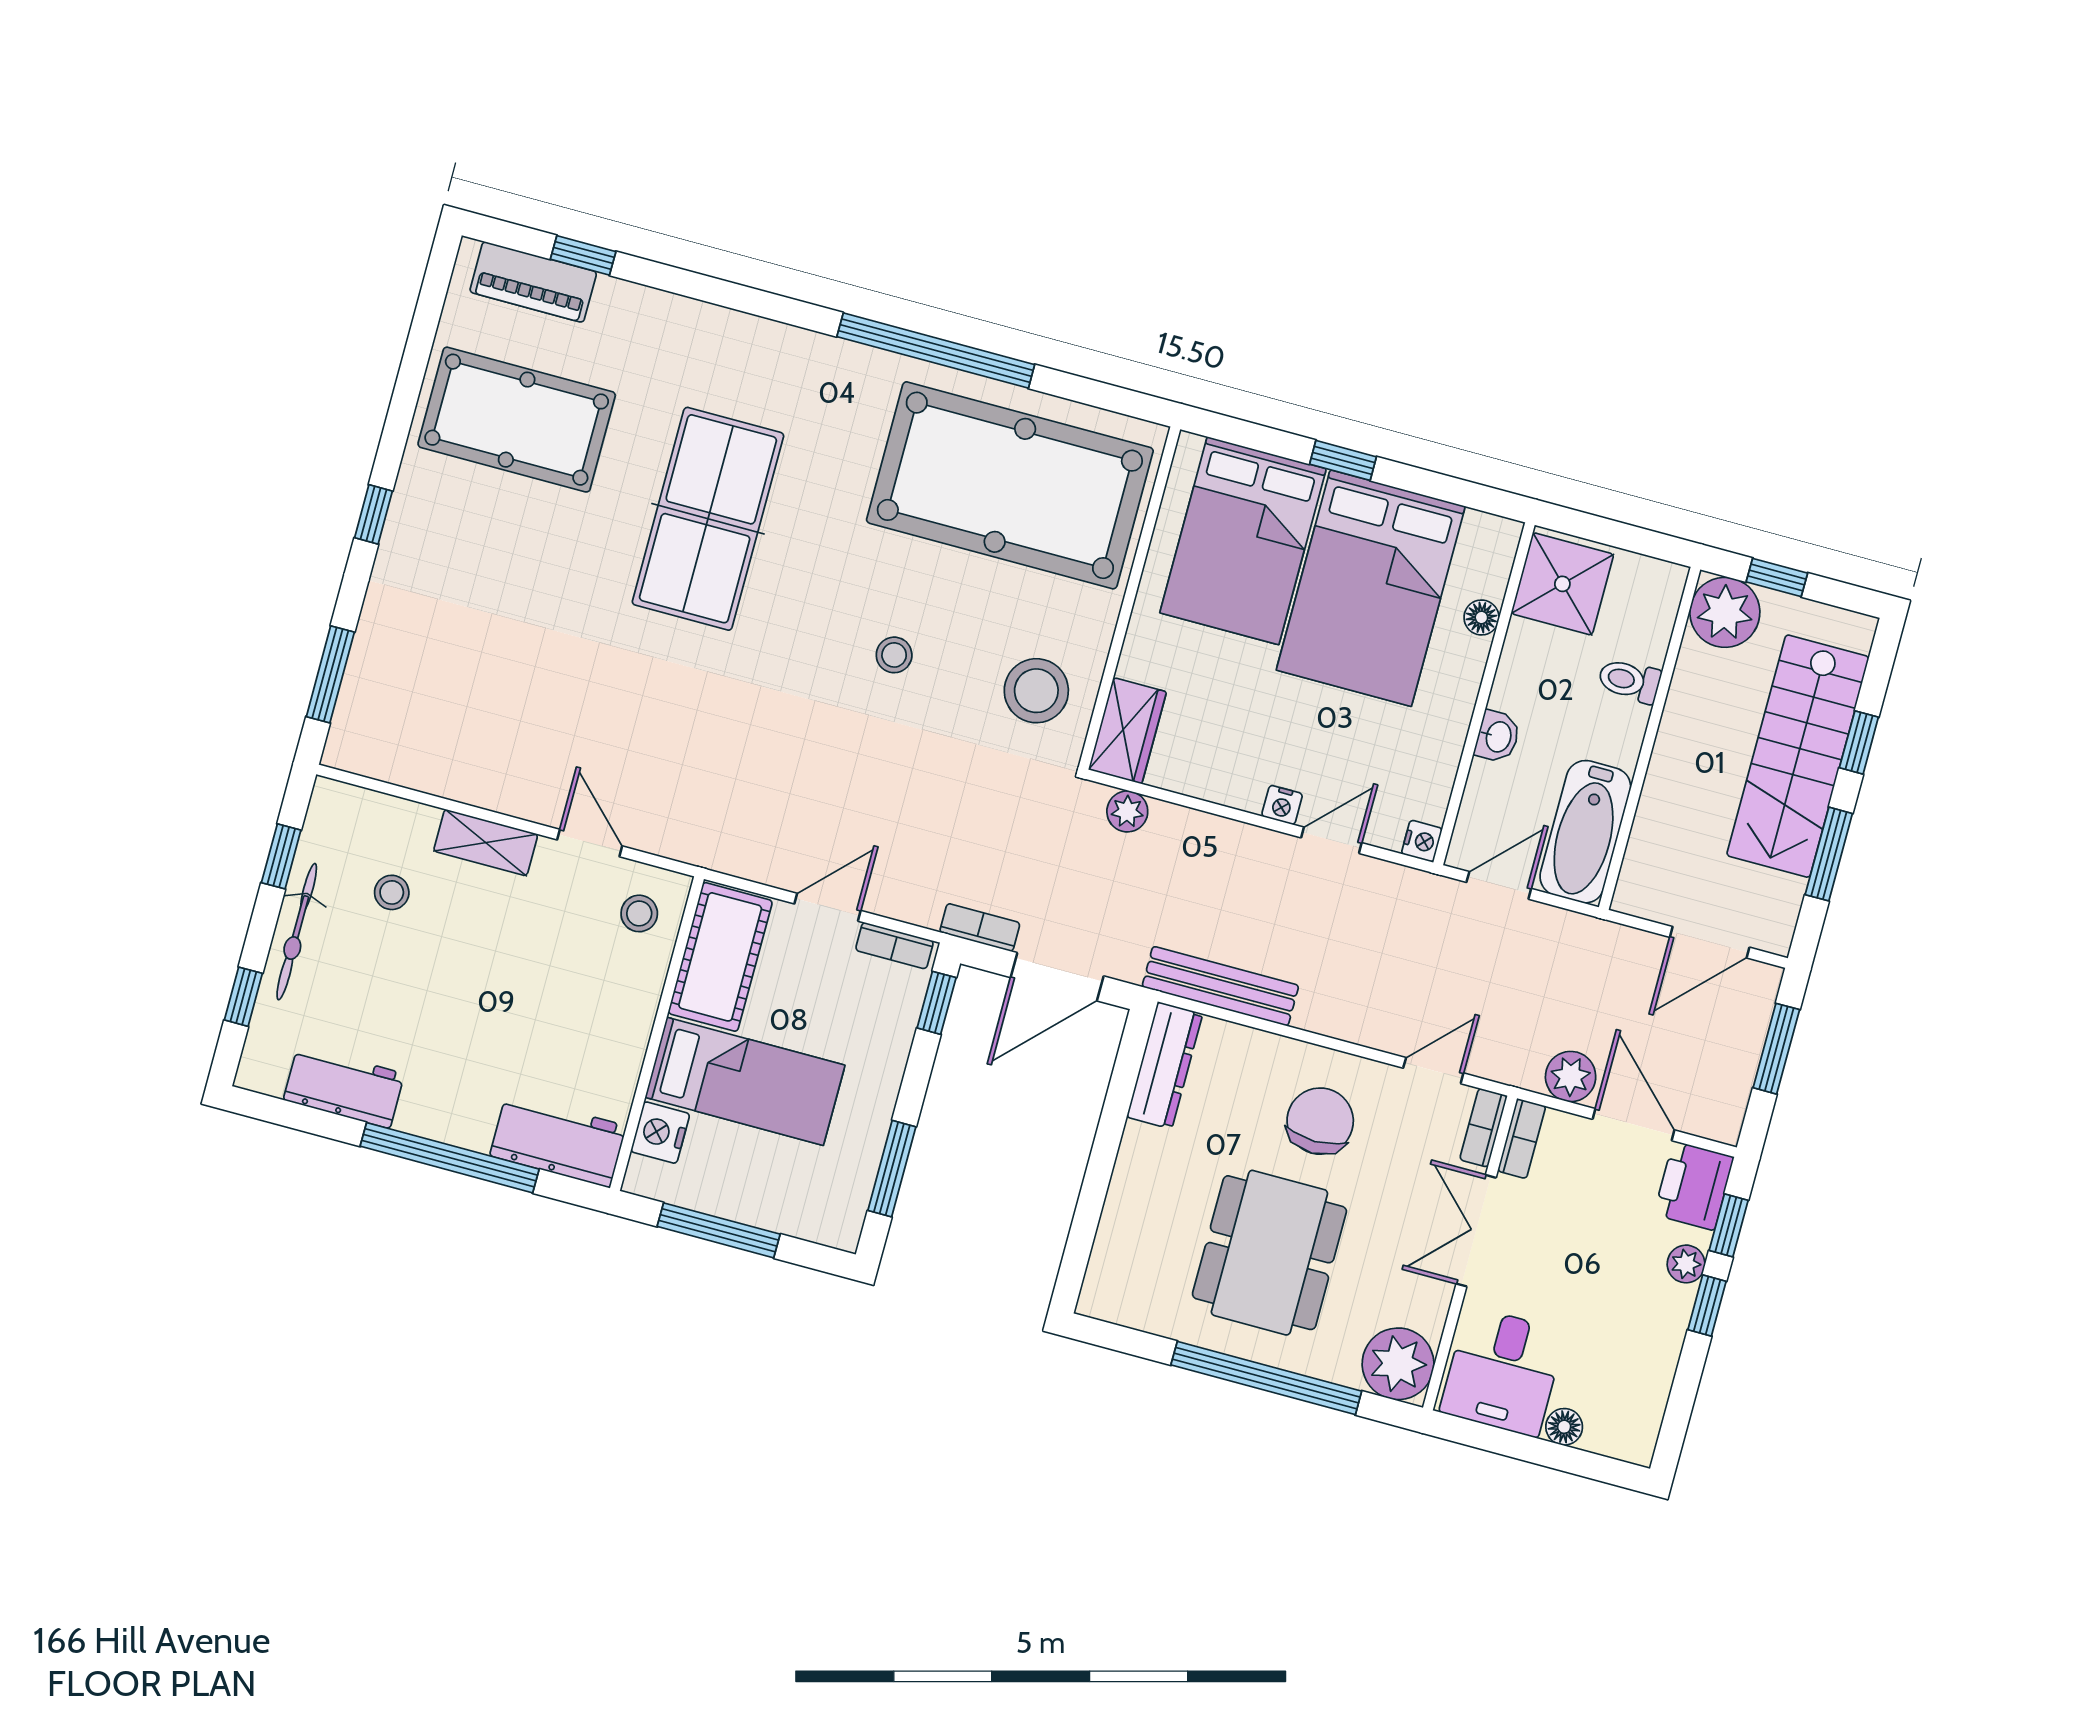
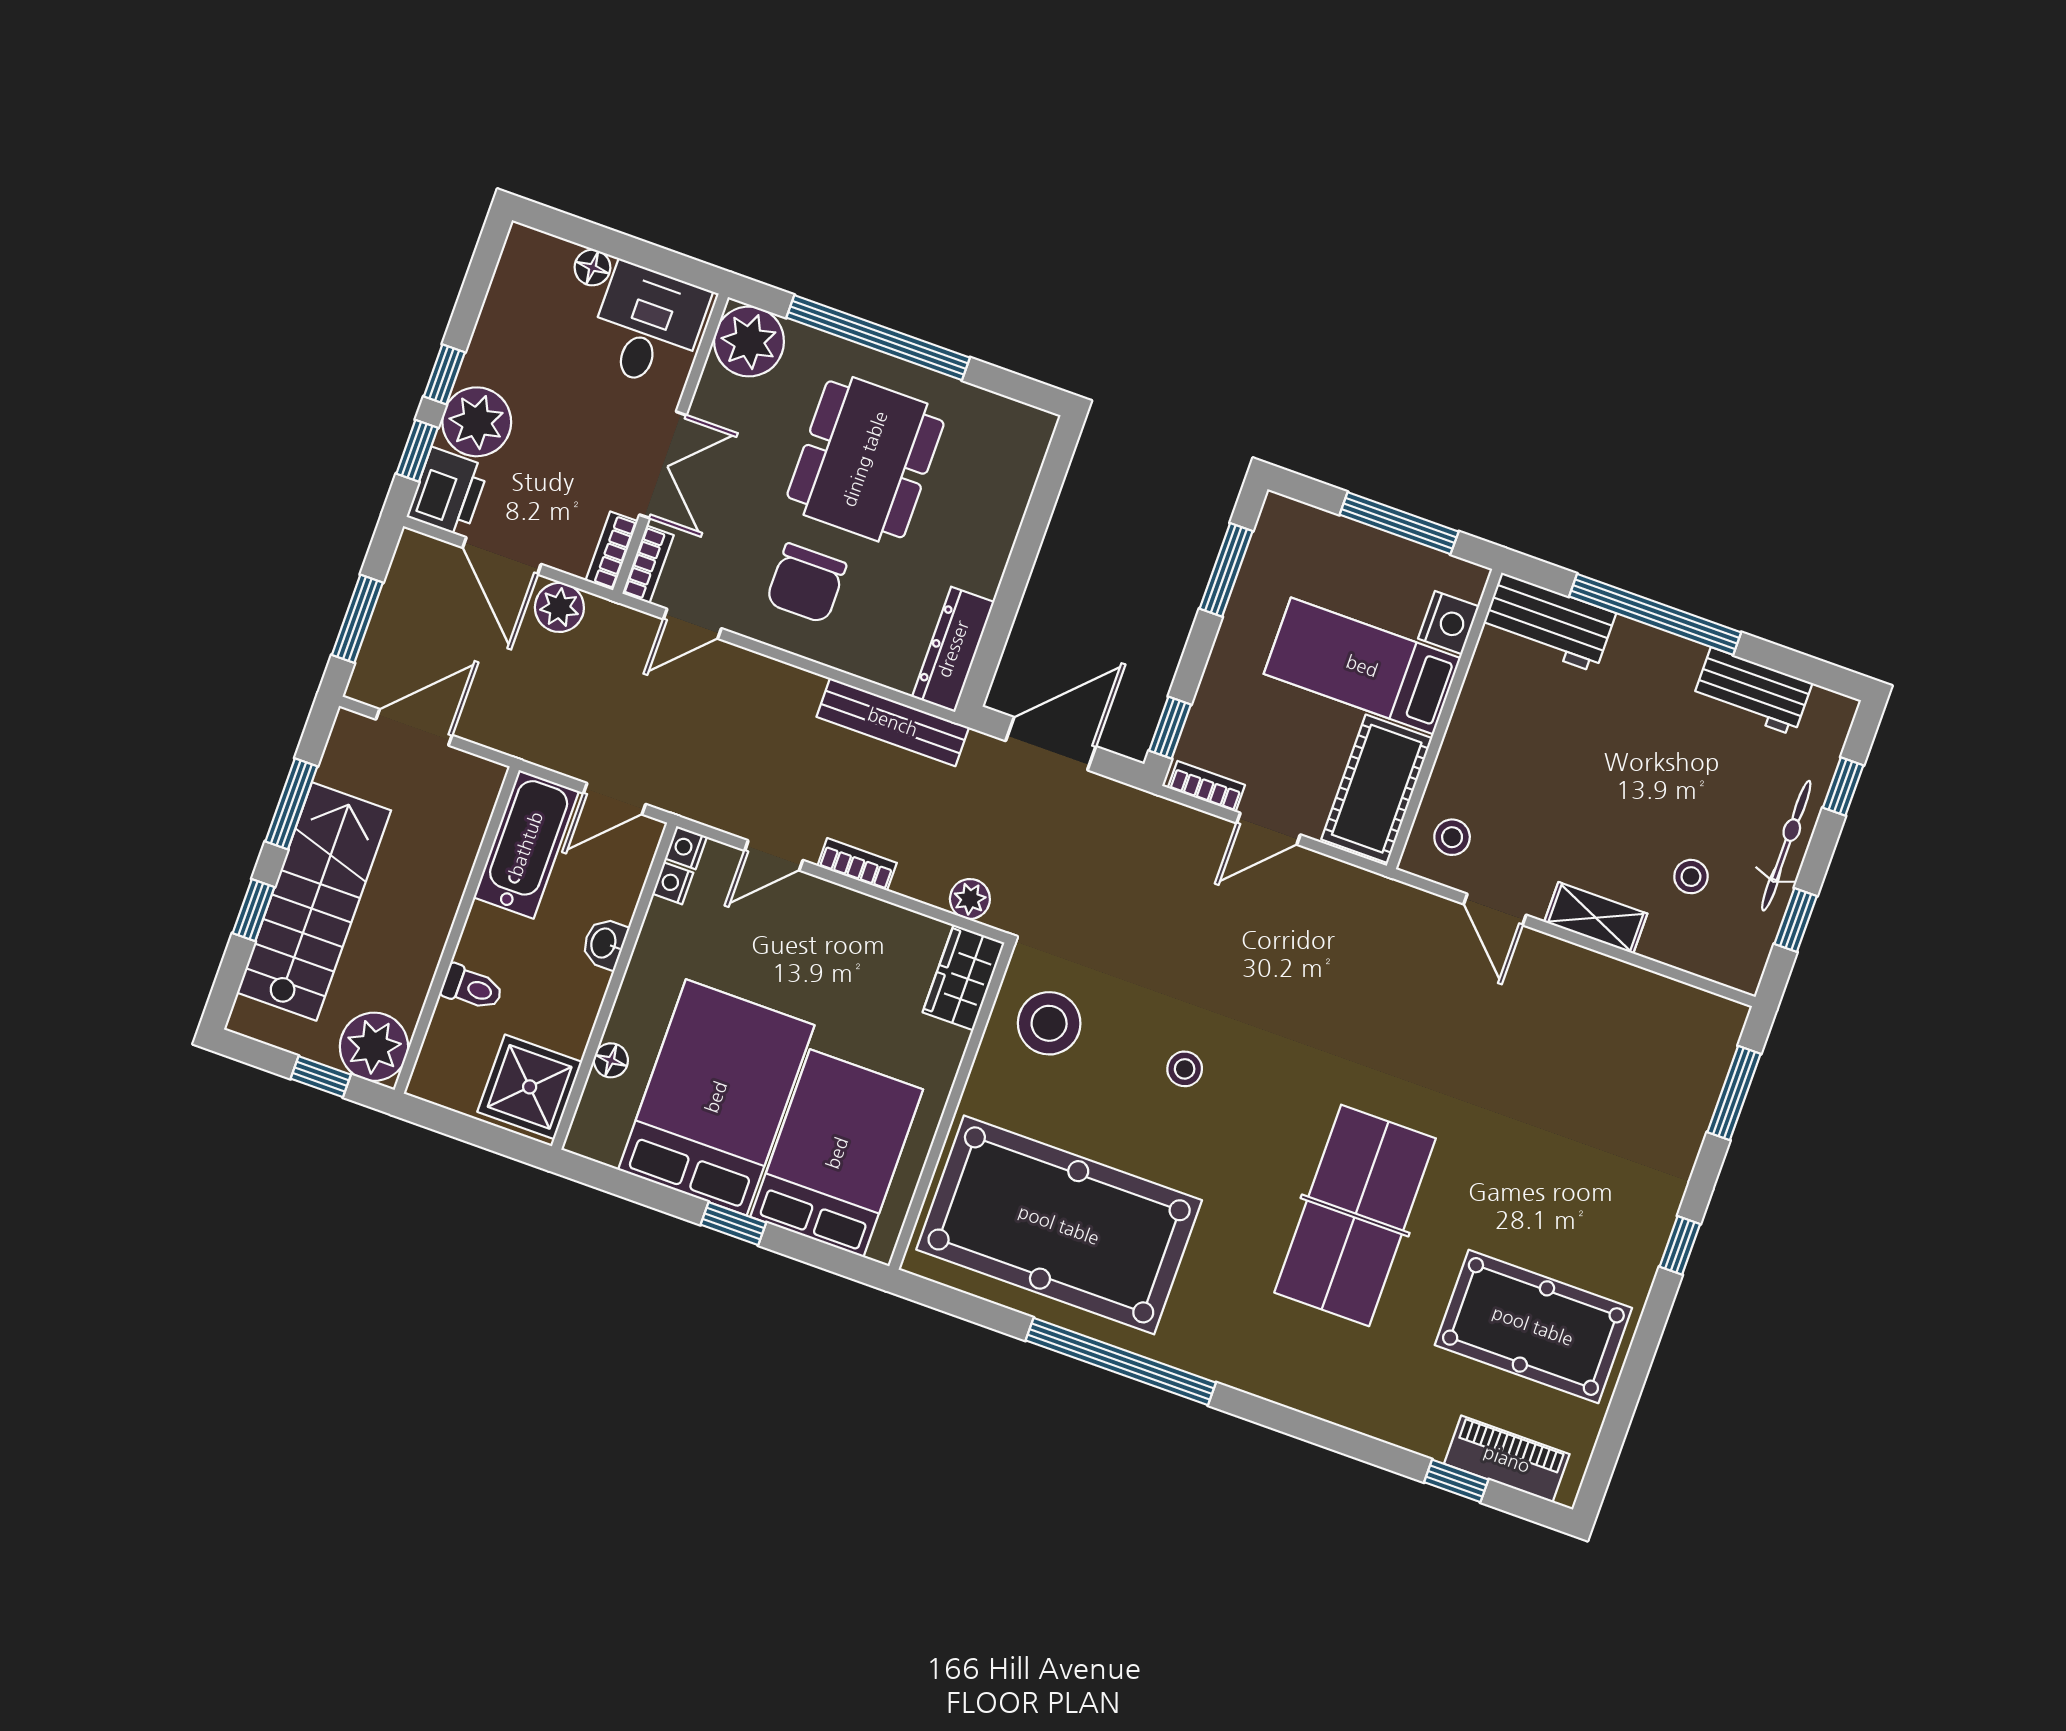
nightstand: (1282, 805) -> (673, 883), moved, turned -90
bookcase: (980, 927) -> (857, 864), moved, turned 180
plant: (1686, 1264) -> (477, 422), width x1.88, depth x1.88

